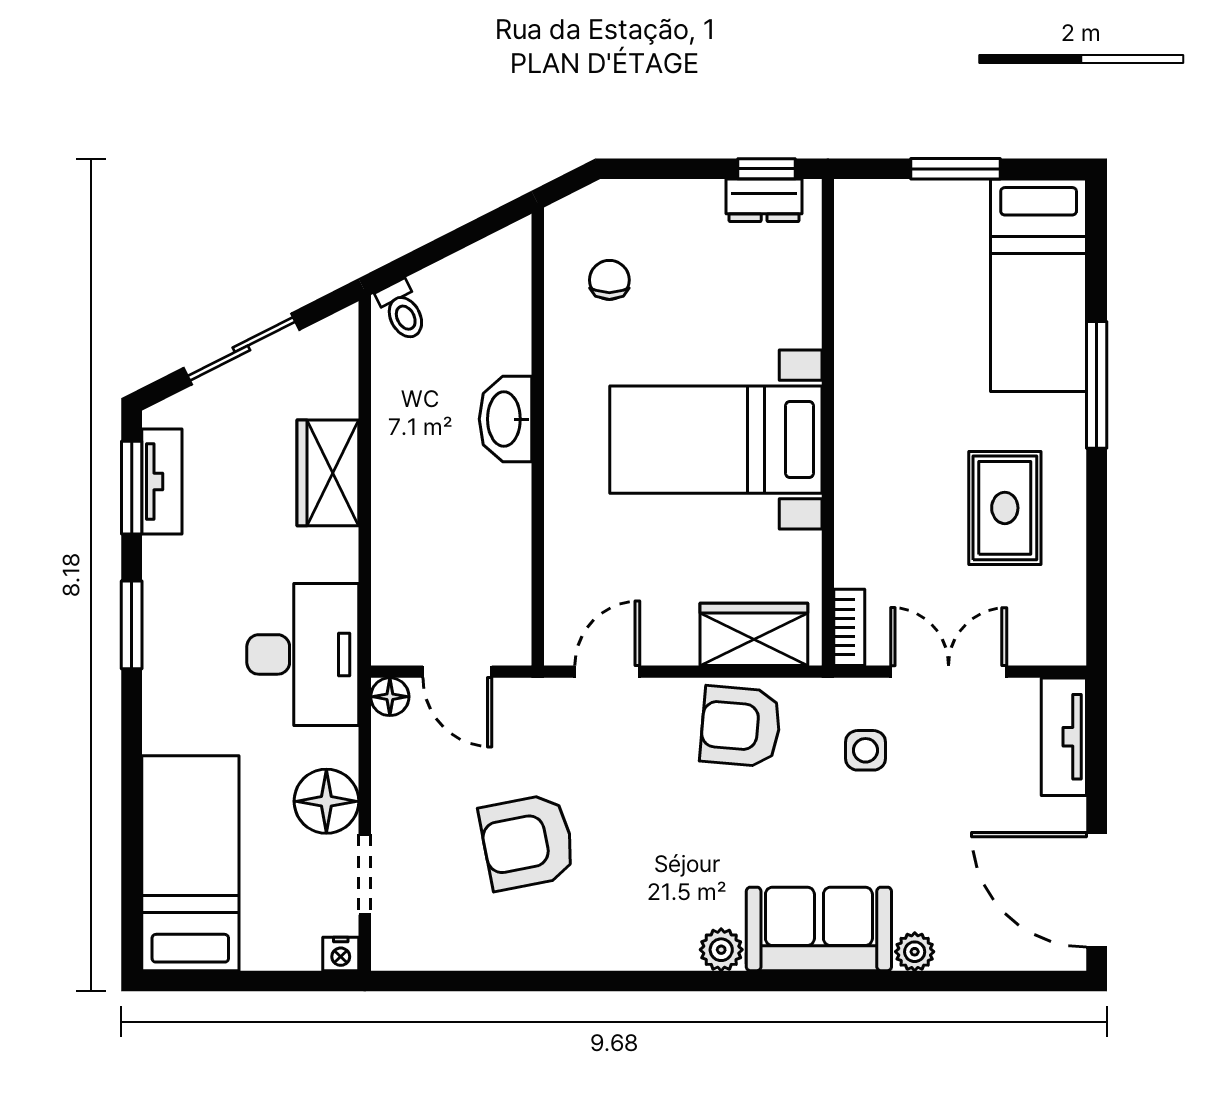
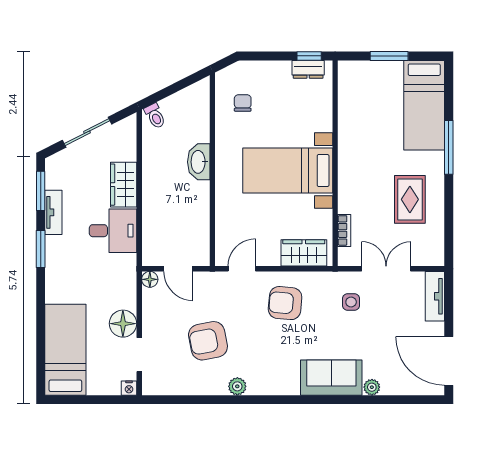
tv unit: (162, 481) -> (53, 212), moved
bookcase: (849, 627) -> (344, 230), moved
desk: (303, 654) -> (113, 231), moved, width x0.73
armchair: (741, 726) -> (285, 303), moved
plant: (721, 950) -> (237, 386), moved

